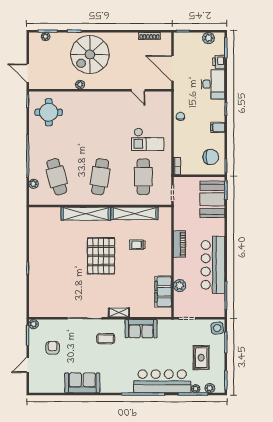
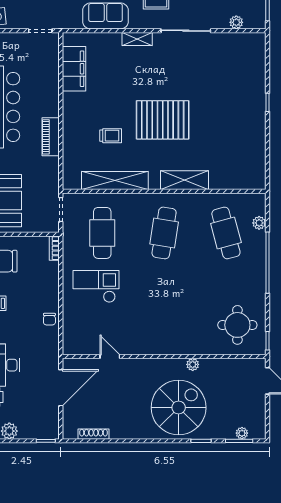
door: (172, 68) -> (61, 388), hinge flipped
shelving: (86, 214) -> (184, 180), width x0.68
pallet: (101, 256) -> (163, 120), turned 90
plant: (180, 286) -> (51, 77), removed
plant: (34, 324) -> (236, 22), moved

